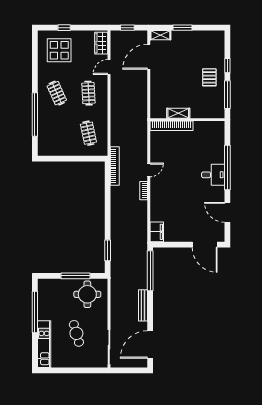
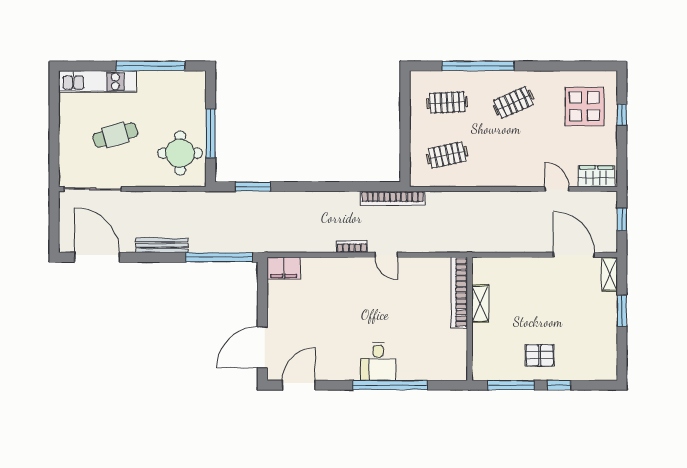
clothes rail: (88, 93) -> (447, 102), moved
door: (227, 212) -> (299, 385), moved

